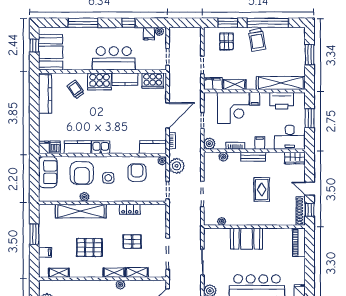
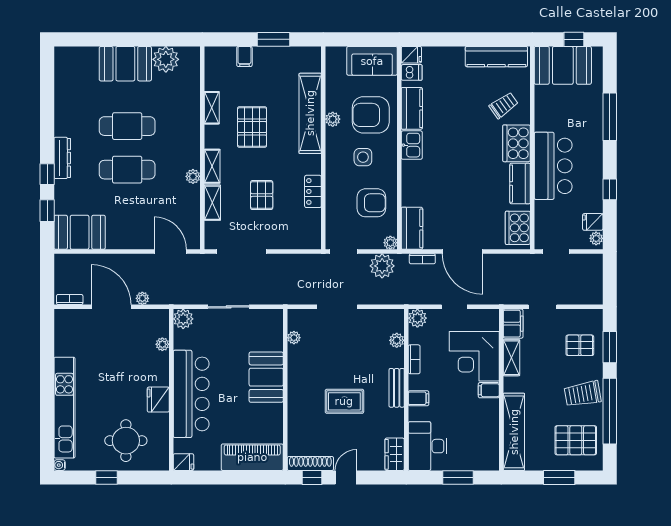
pallet: (286, 44) -> (576, 440), added
printer: (282, 101) -> (486, 433), removed
piano: (299, 242) -> (252, 457), width x1.37, depth x1.33
shelving: (59, 273) -> (212, 108), moved

